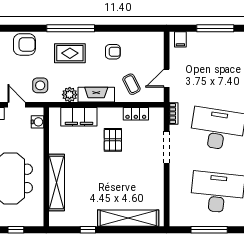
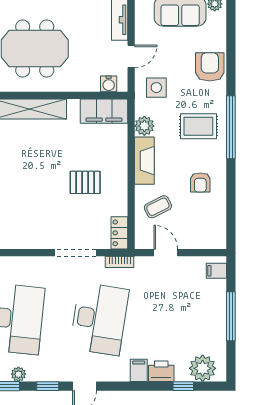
armchair: (24, 44) -> (210, 67), turned 180
rug: (70, 53) -> (198, 126), turned 90
locker: (136, 114) -> (119, 233), moved
filing cabinet: (79, 117) -> (104, 111), moved, turned -90

